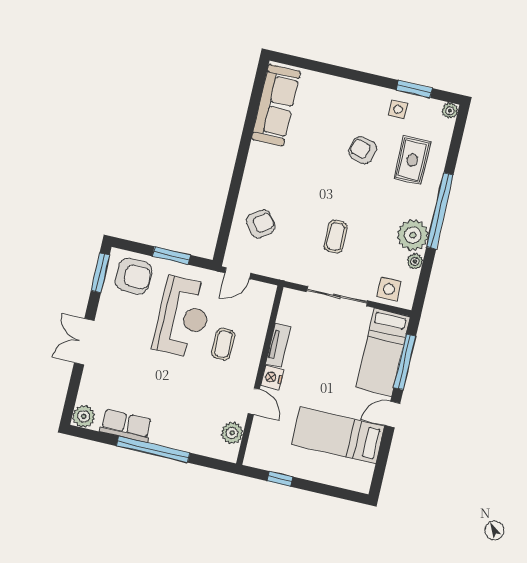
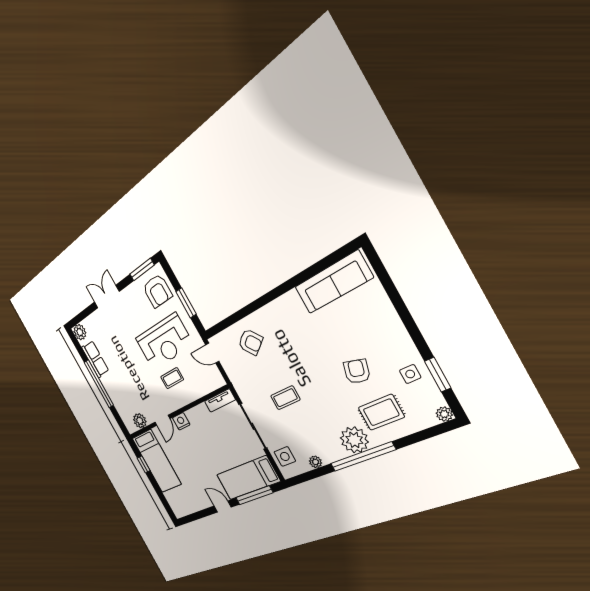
plant: (413, 235) -> (354, 440), moved
tv unit: (278, 345) -> (220, 401), moved
bed: (338, 435) -> (157, 461), moved, turned 180

